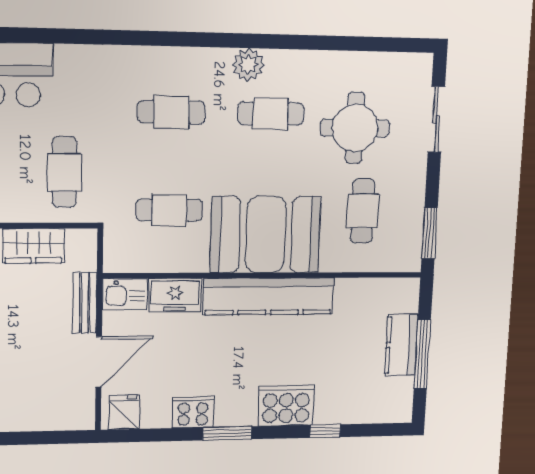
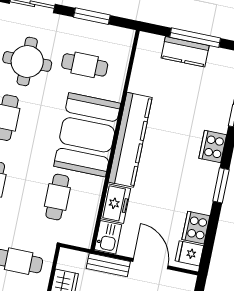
window: (430, 233) -> (92, 16), moved
cooker: (286, 406) -> (213, 147), width x0.73, depth x0.76
cooker: (193, 412) -> (196, 228), moved

